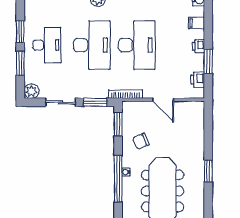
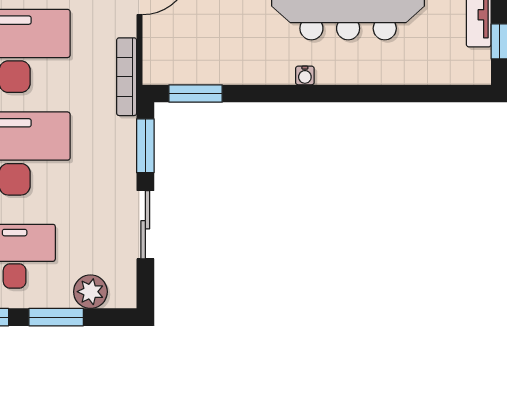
plant: (31, 91) -> (90, 292), moved
chair: (141, 141) -> (234, 41), removed
window: (118, 179) -> (321, 93), removed

